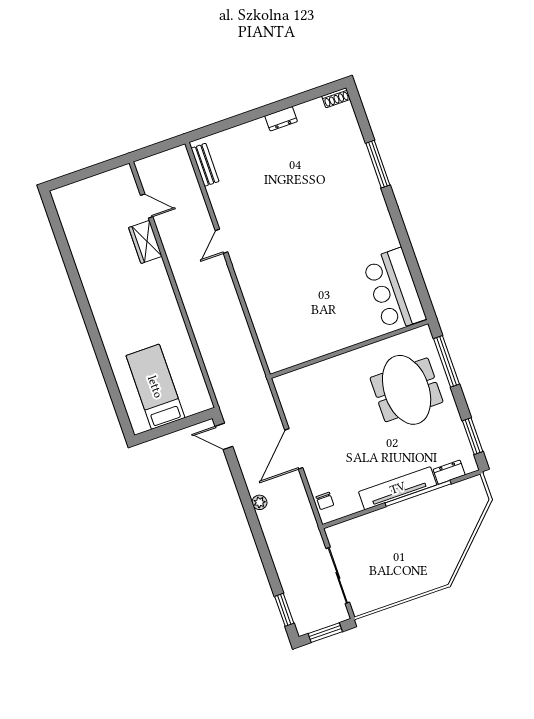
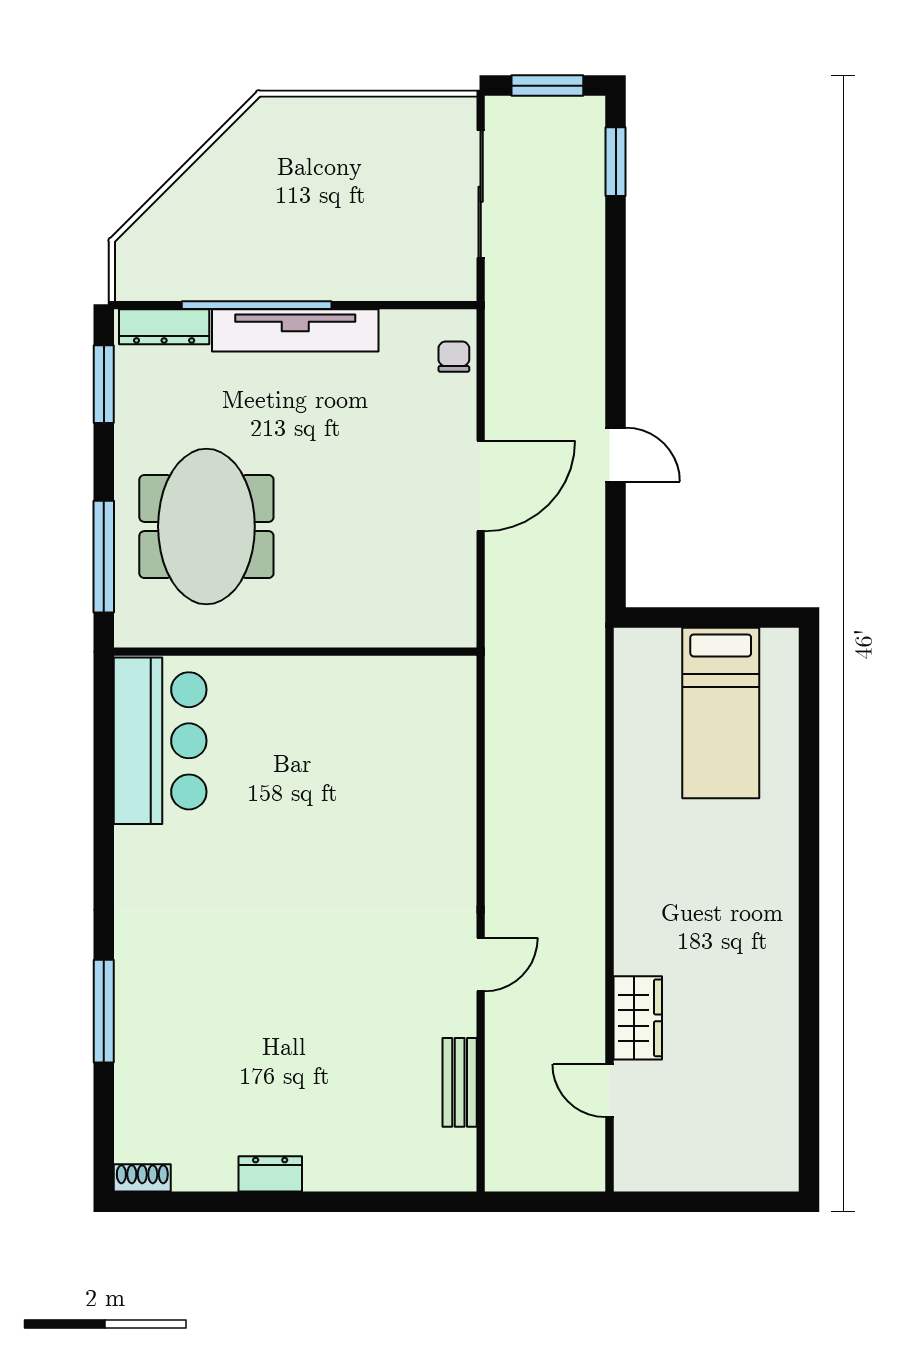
bench: (205, 165) -> (460, 1082), moved
door: (224, 436) -> (616, 455), moved
dresser: (449, 472) -> (164, 327), width x1.44
plant: (259, 502) -> (589, 400), removed

